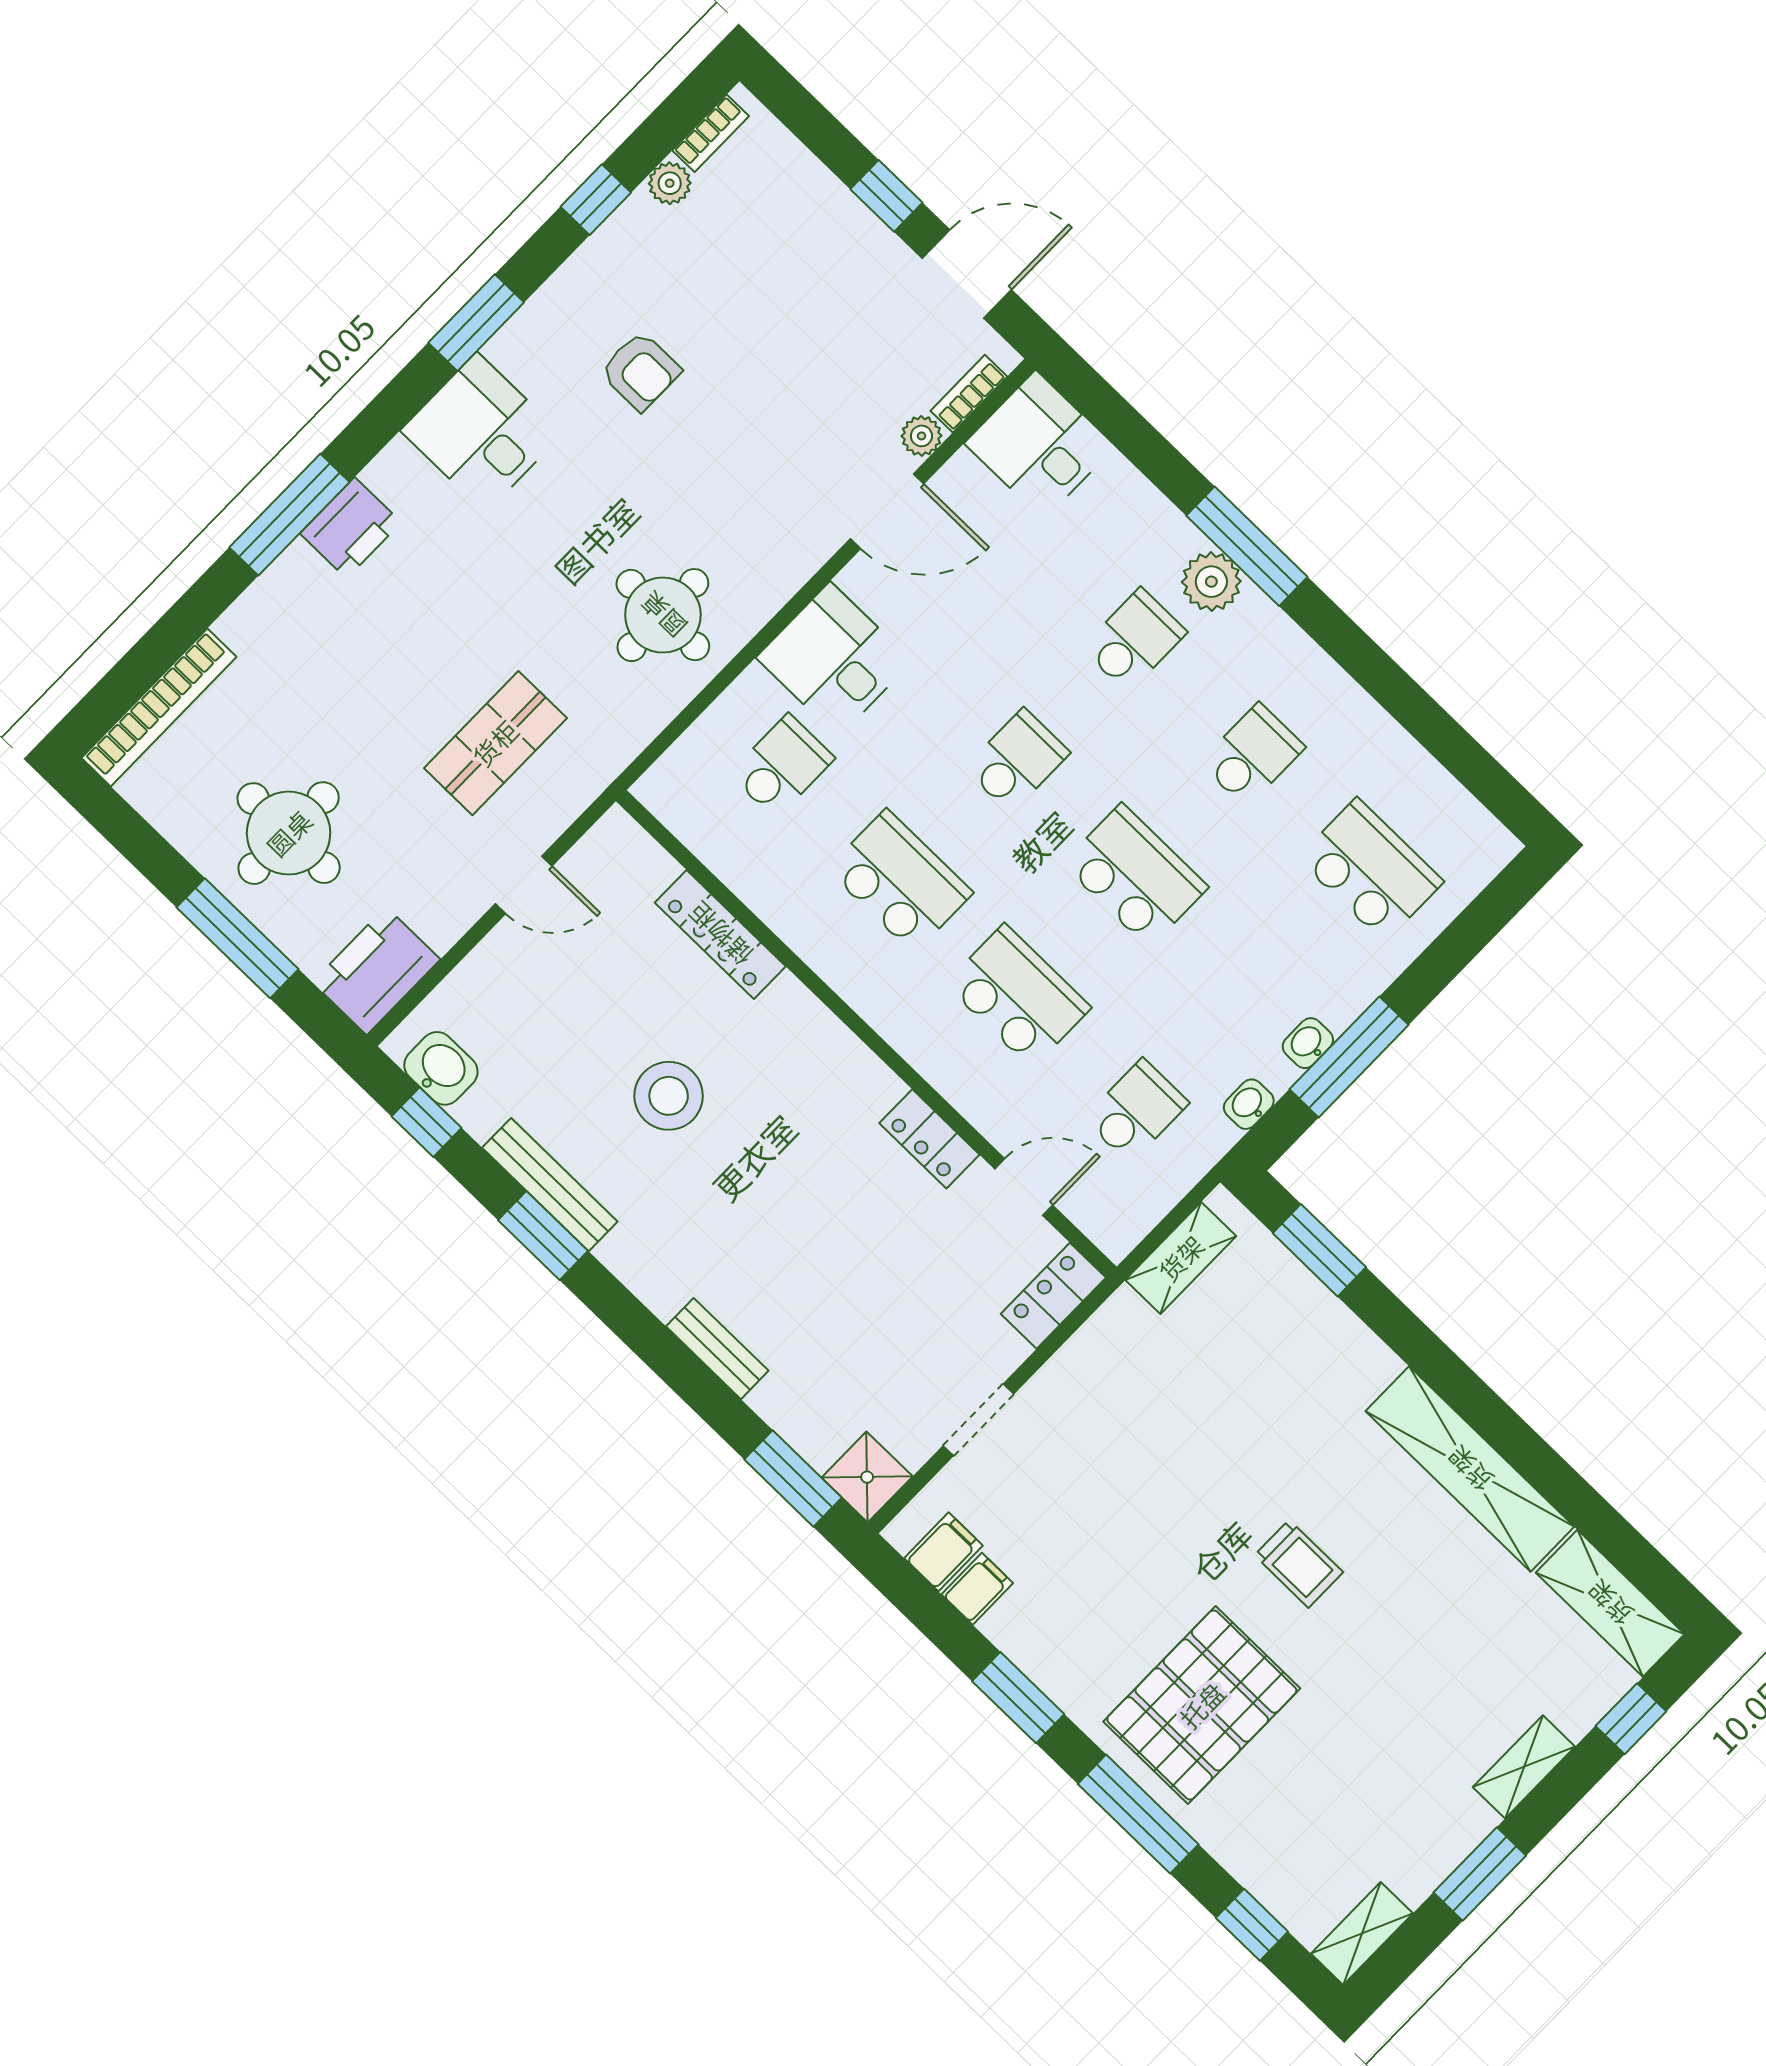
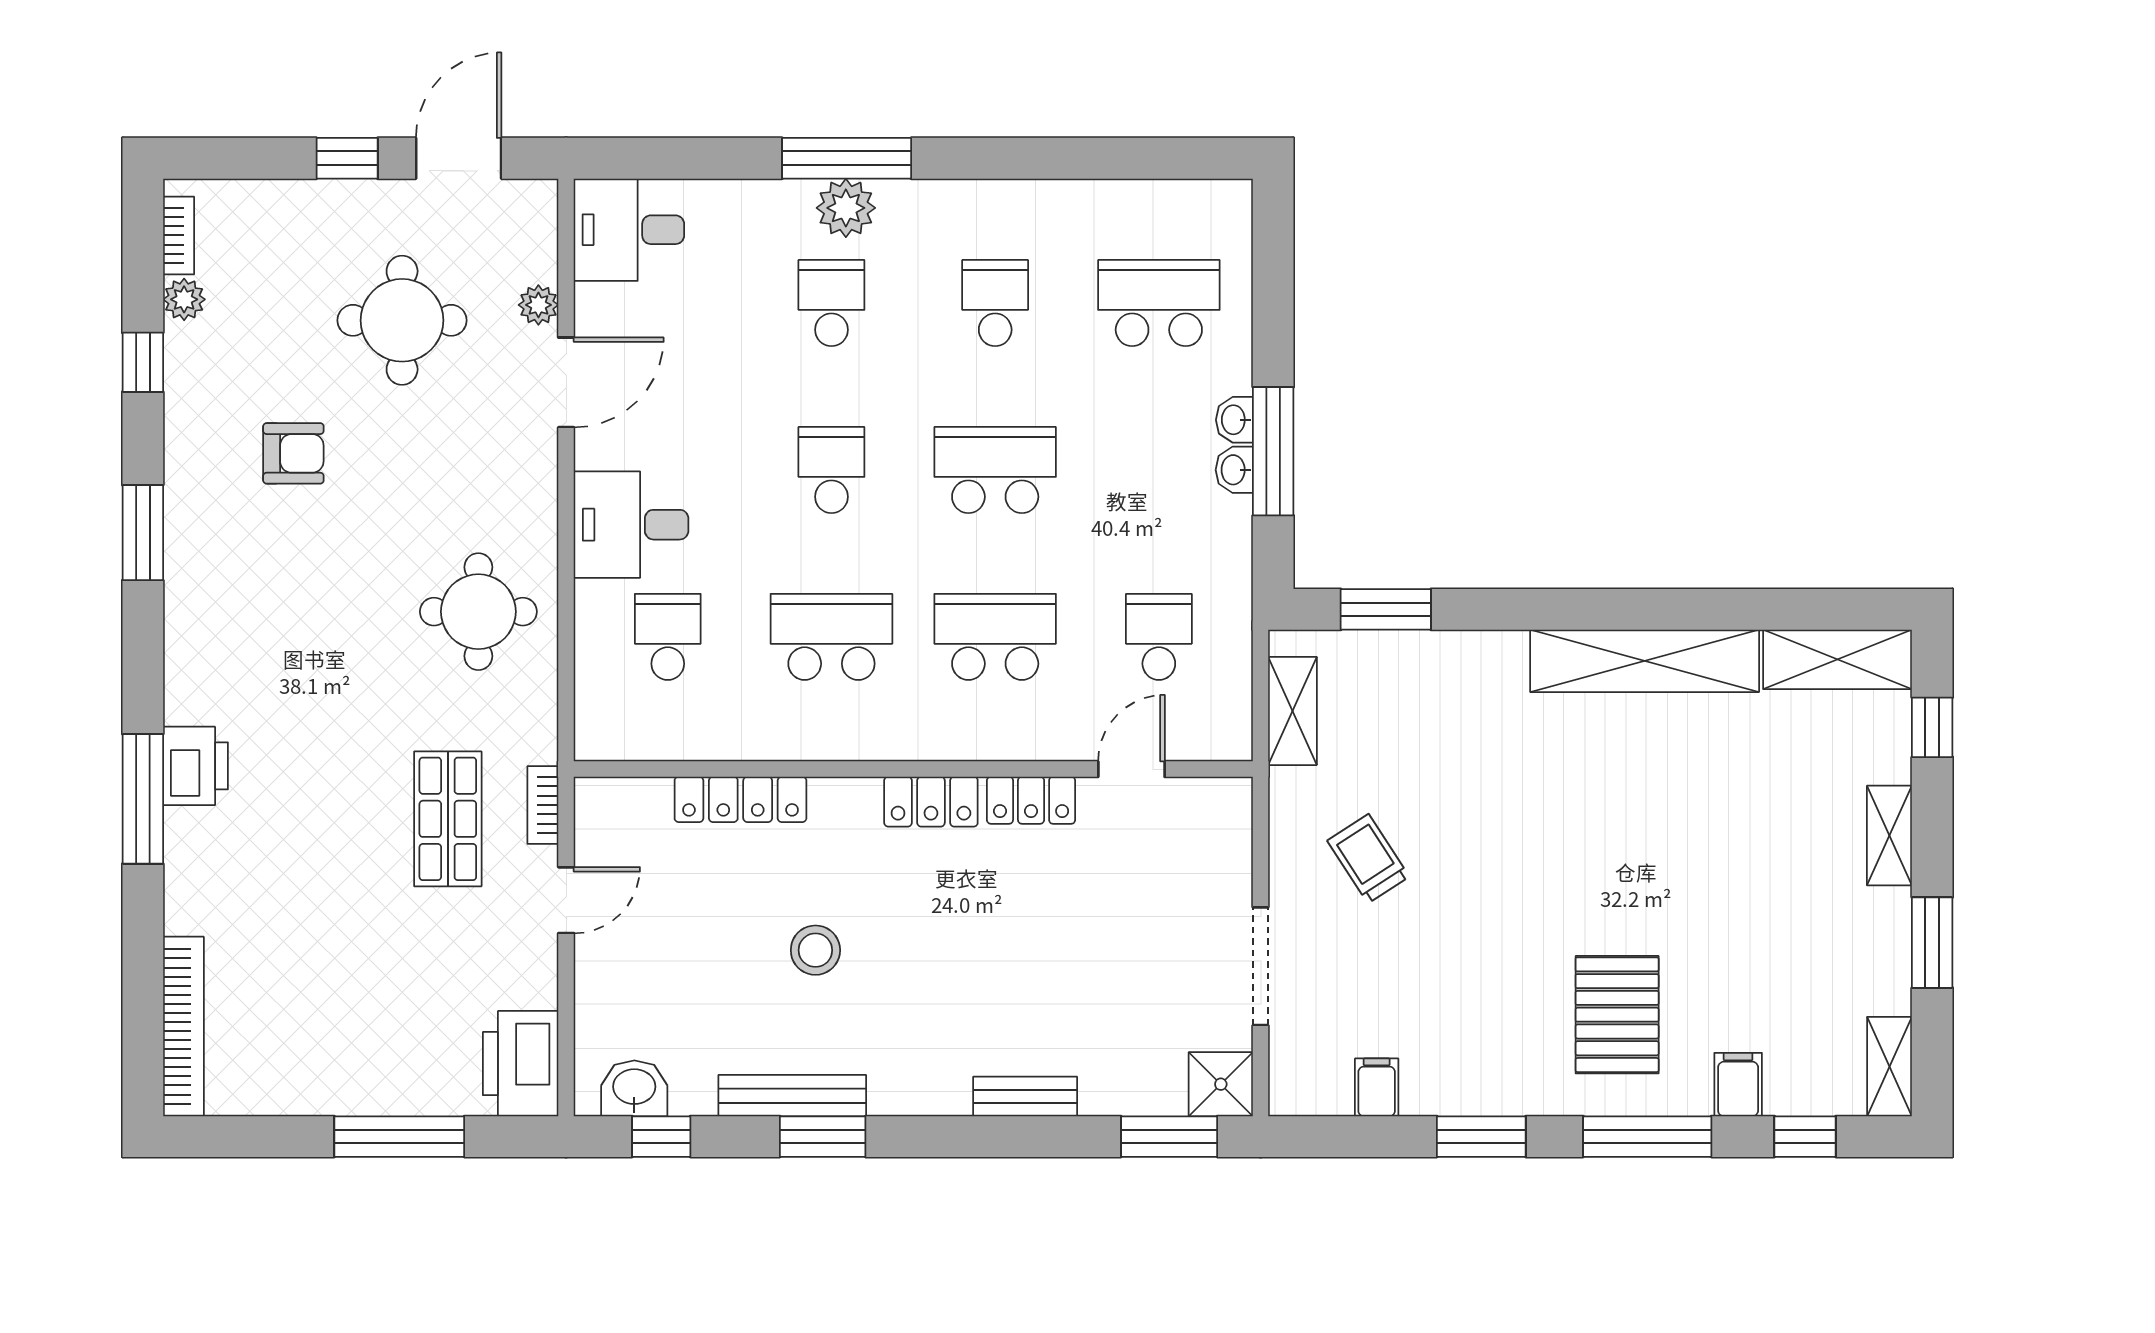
bookcase: (969, 394) -> (543, 805), moved
desk: (481, 433) -> (222, 608), removed
round table: (289, 833) -> (402, 320), moved
stool: (669, 1096) -> (815, 950), width x0.73, depth x0.73
washbasin: (1249, 1104) -> (1234, 420), moved
locker: (1053, 1296) -> (931, 802), moved, turned -90
doorway: (978, 1420) -> (1261, 966), width x1.38
filing cabinet: (943, 1552) -> (1738, 1085), moved
trolley: (1299, 1564) -> (1368, 859), moved, turned -123
pallet: (1202, 1705) -> (1617, 1015), width x0.73, depth x0.71

